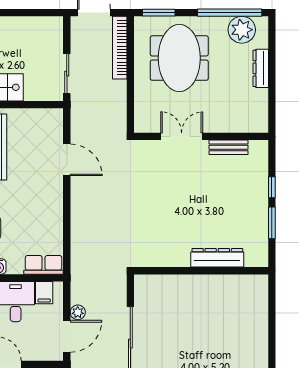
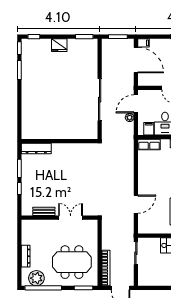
meeting table: (179, 58) -> (72, 262), turned 90
double door: (182, 136) -> (71, 218), swing flipped
door: (67, 160) -> (136, 204), swing flipped
dresser: (217, 258) -> (36, 148), moved

